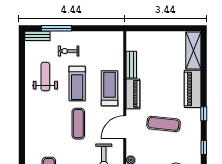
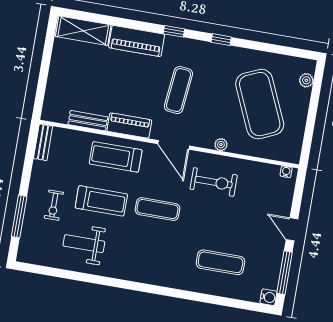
bench: (37, 36) -> (43, 142), moved

